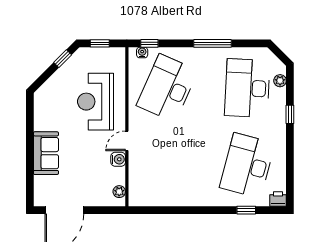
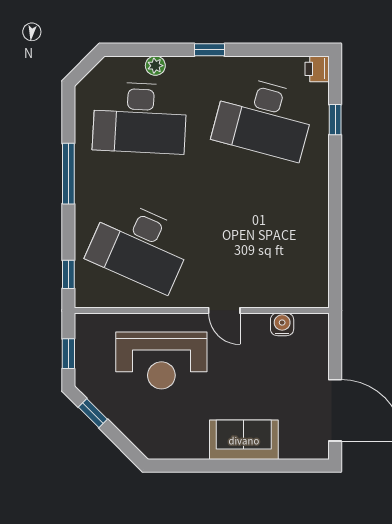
water cooler: (142, 53) -> (83, 286), removed
plant: (280, 81) -> (155, 66), moved
window: (290, 114) -> (209, 50), moved
water cooler: (118, 159) -> (282, 324), moved
plant: (119, 192) -> (305, 323), removed

